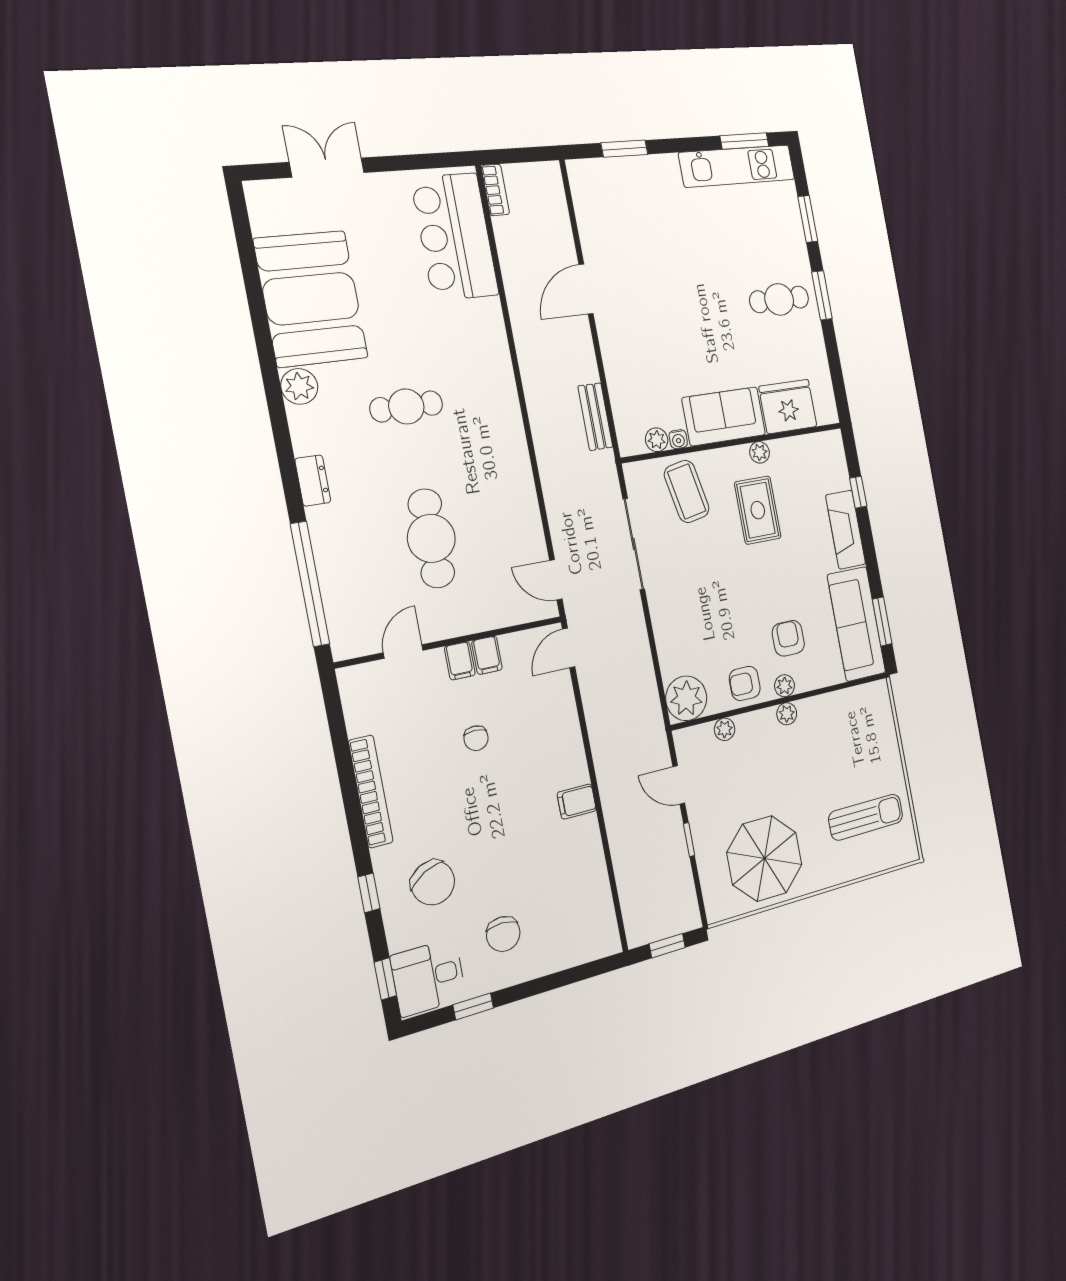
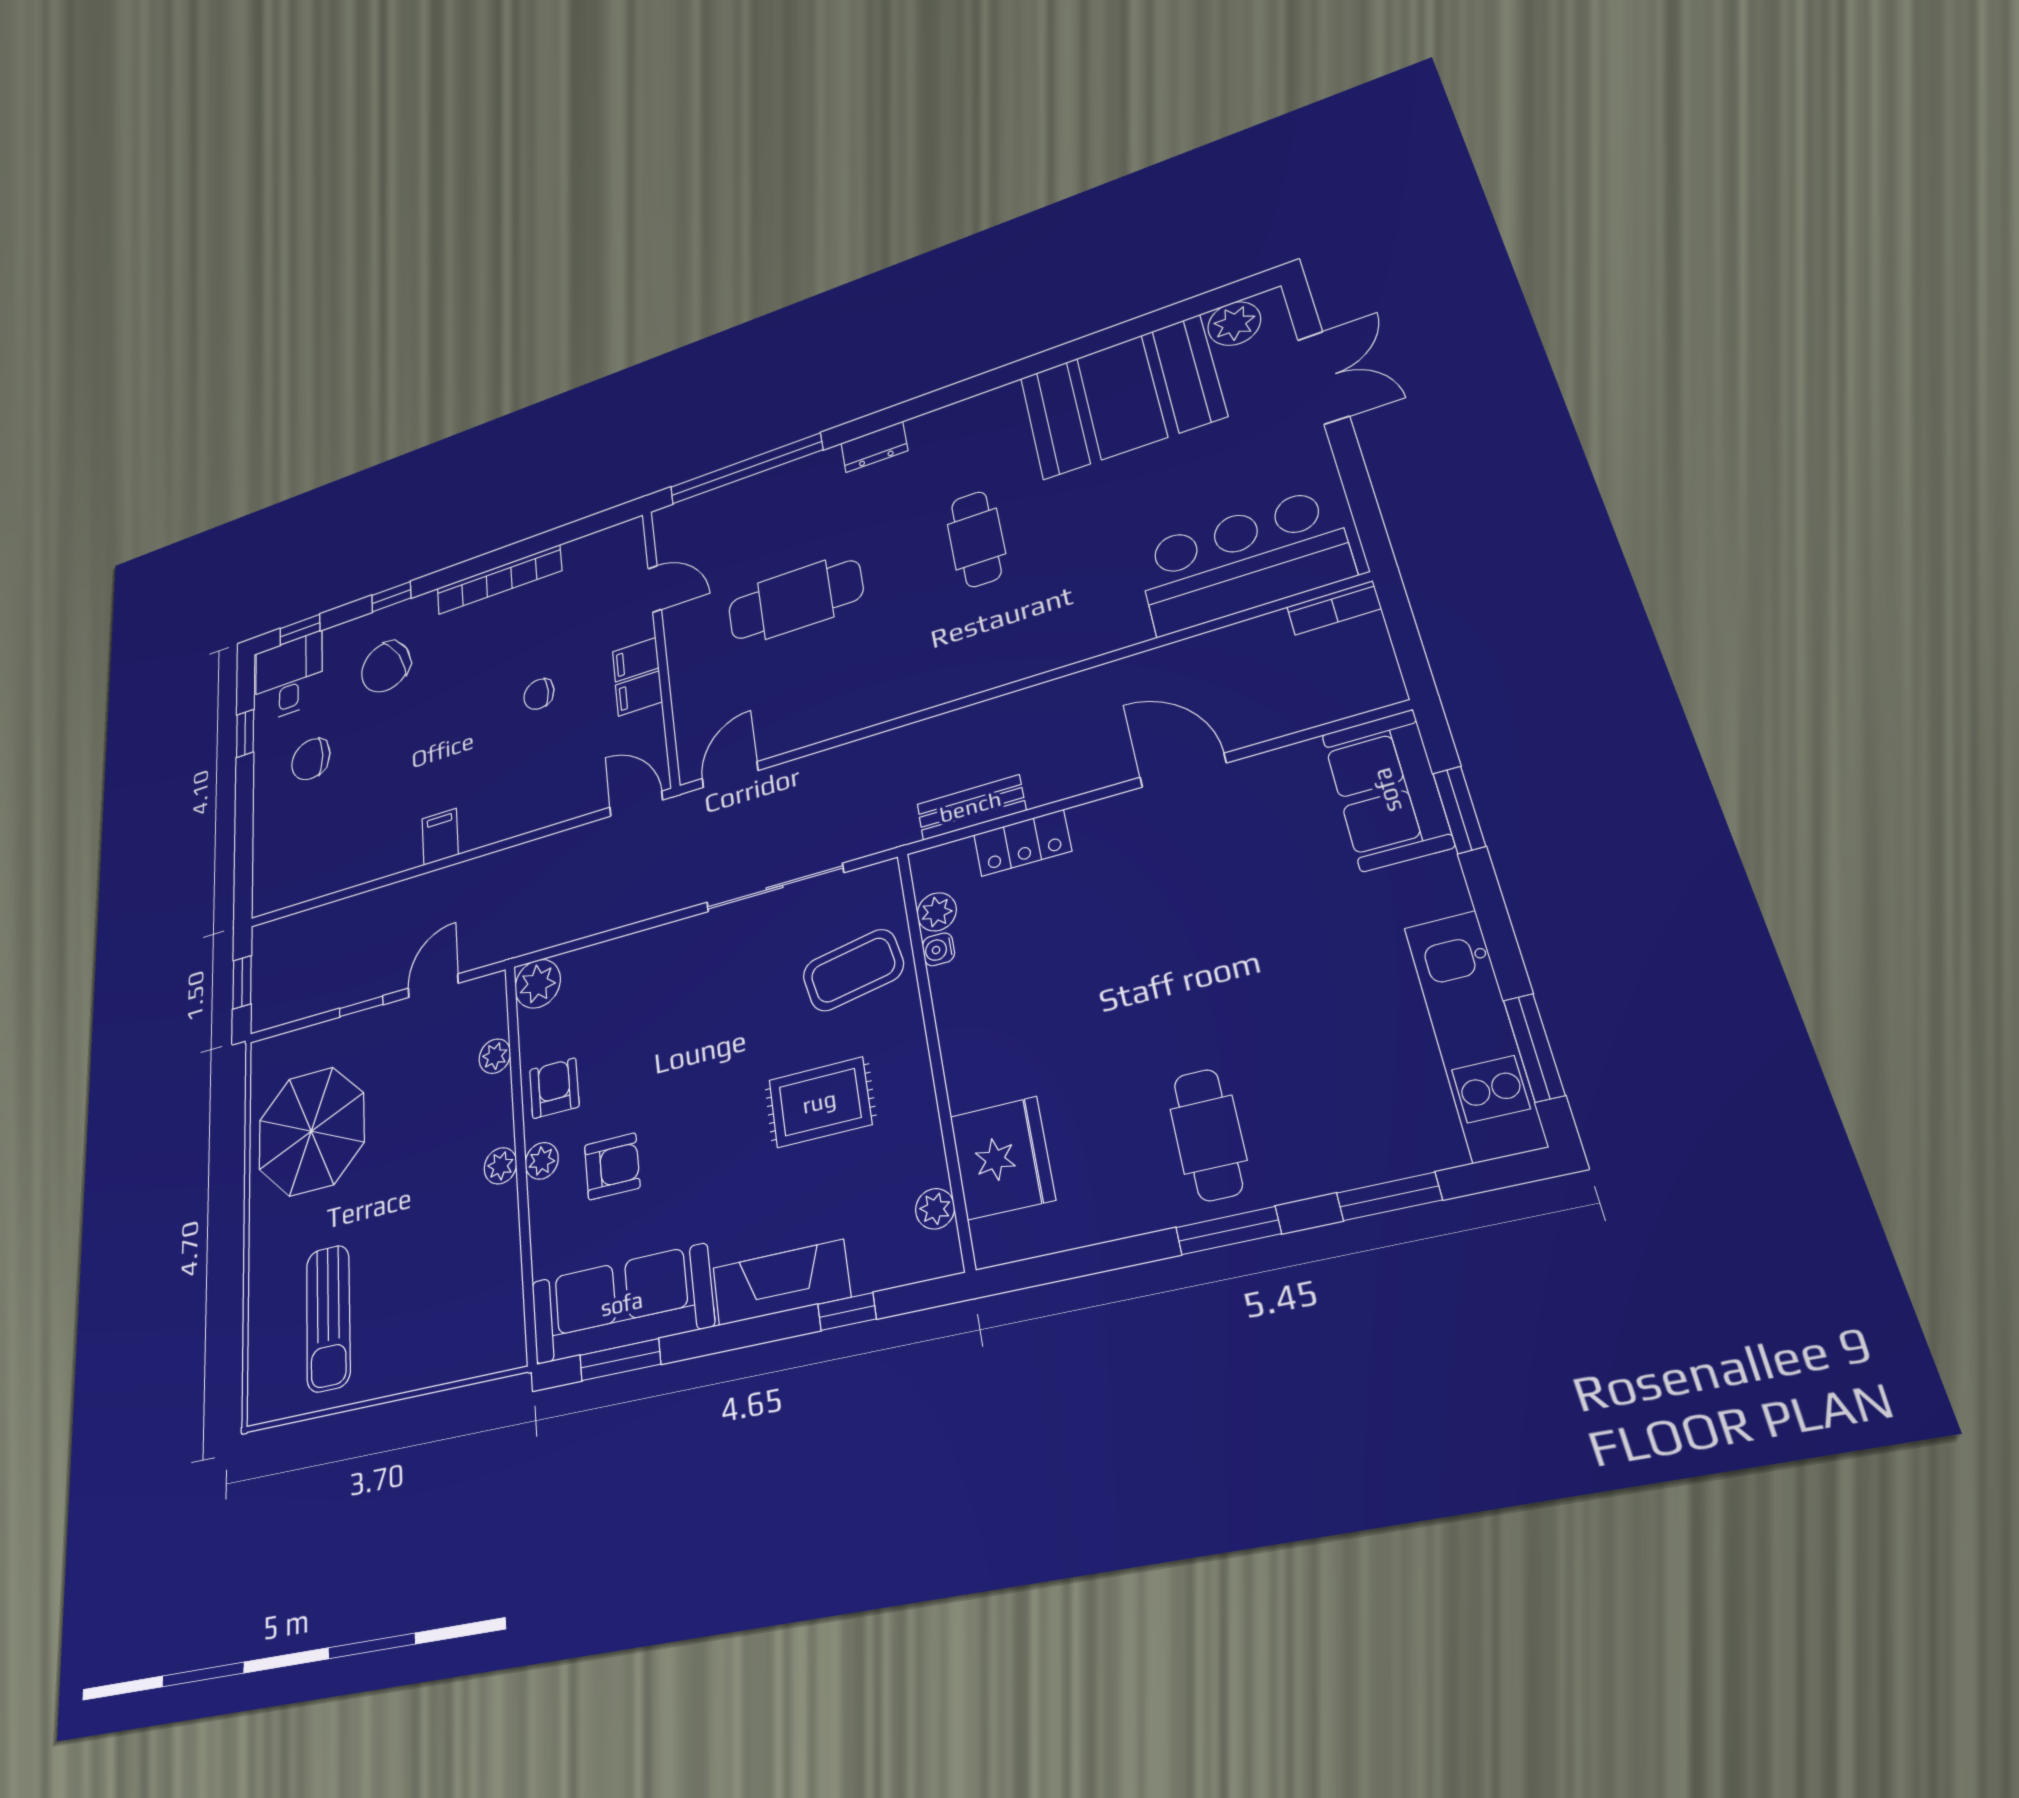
plant: (299, 386) -> (1234, 324), moved
locker: (620, 386) -> (1022, 843), added
sofa: (724, 416) -> (1387, 790), moved, turned 180
plant: (760, 452) -> (935, 1209), moved
plant: (686, 698) -> (538, 984), width x0.73, depth x0.73

